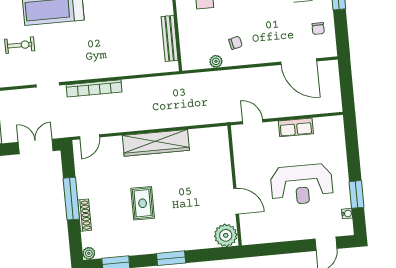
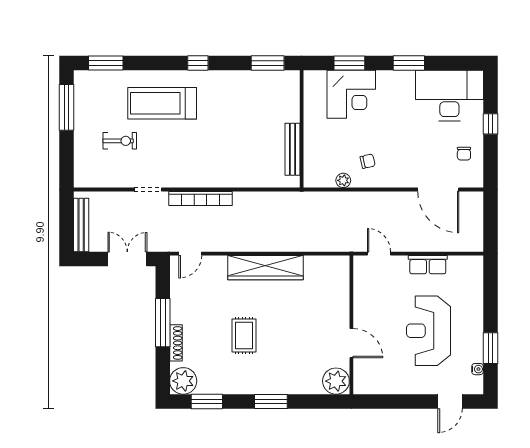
reception desk: (302, 184) -> (429, 331), turned 90
plant: (89, 253) -> (183, 381), width x1.87, depth x1.87

